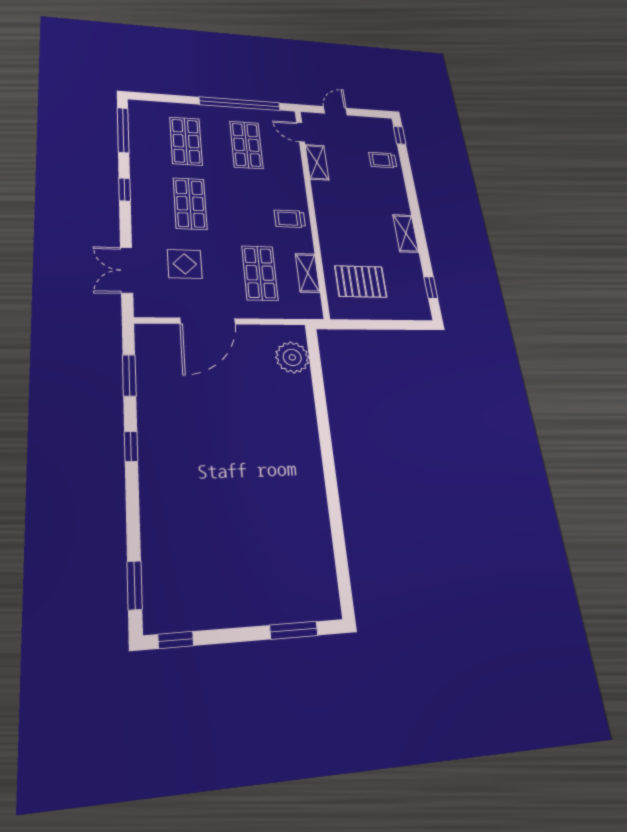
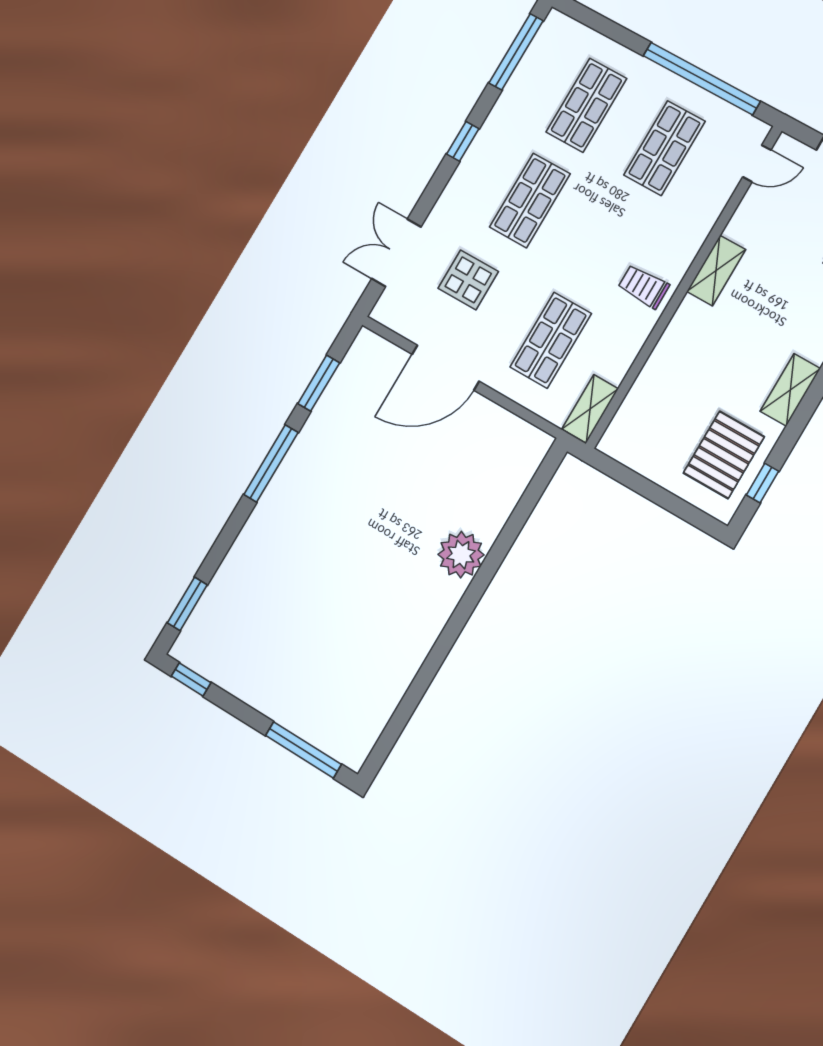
door: (301, 132) -> (757, 163), swing flipped
shelving: (317, 162) -> (716, 271), moved
shelving: (308, 273) -> (590, 409), moved
pallet: (361, 281) -> (724, 455), moved, turned 90
plant: (292, 357) -> (461, 555), moved
window: (131, 446) -> (271, 463), width x2.17
window: (294, 630) -> (303, 750), width x1.44

